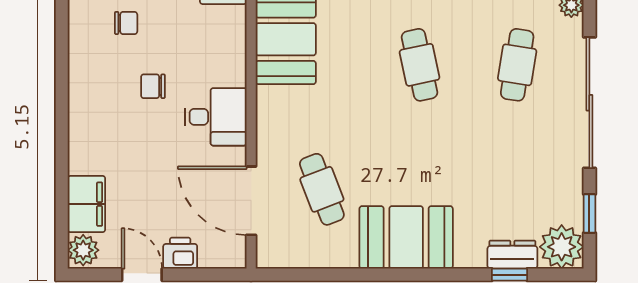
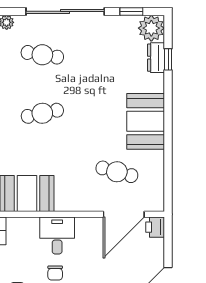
desk: (216, 117) -> (57, 235), moved
cafe table: (322, 189) -> (117, 172), turned 36
printer: (180, 253) -> (155, 227), moved

